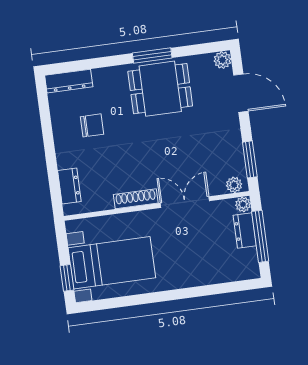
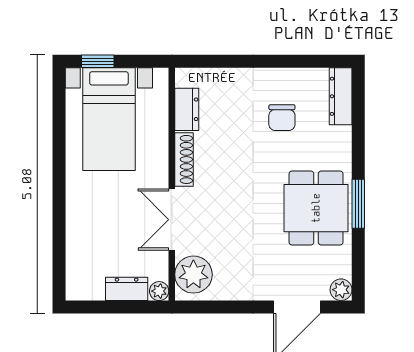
window: (250, 159) -> (214, 307), removed
plant: (234, 185) -> (193, 275), width x1.88, depth x1.88
dresser: (69, 186) -> (187, 109), moved, turned -90
double door: (185, 202) -> (172, 220), swing flipped
window: (260, 236) -> (117, 307), removed

